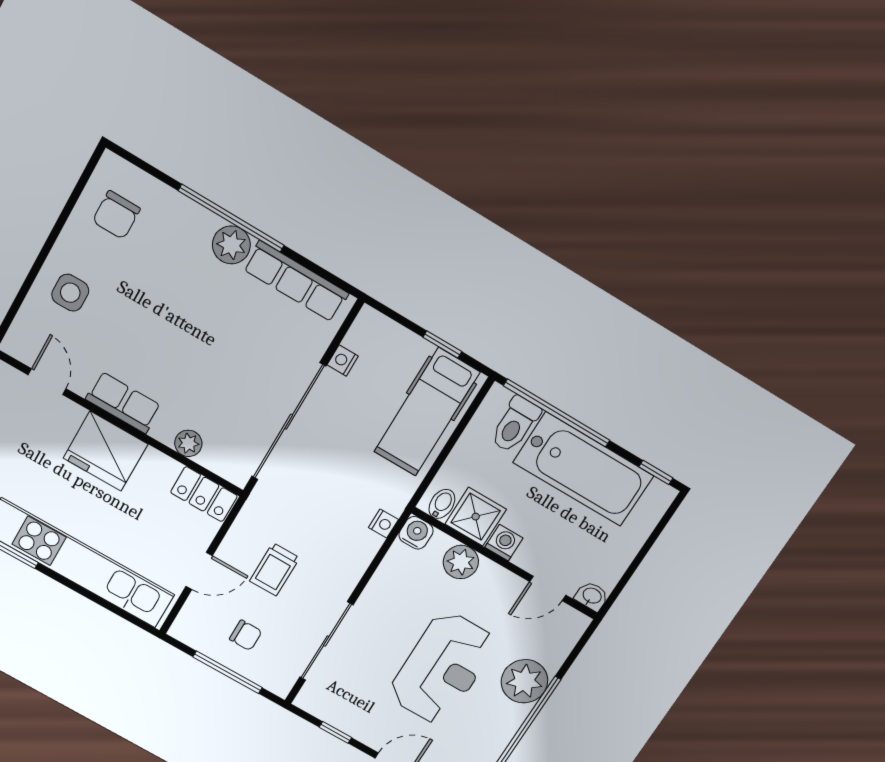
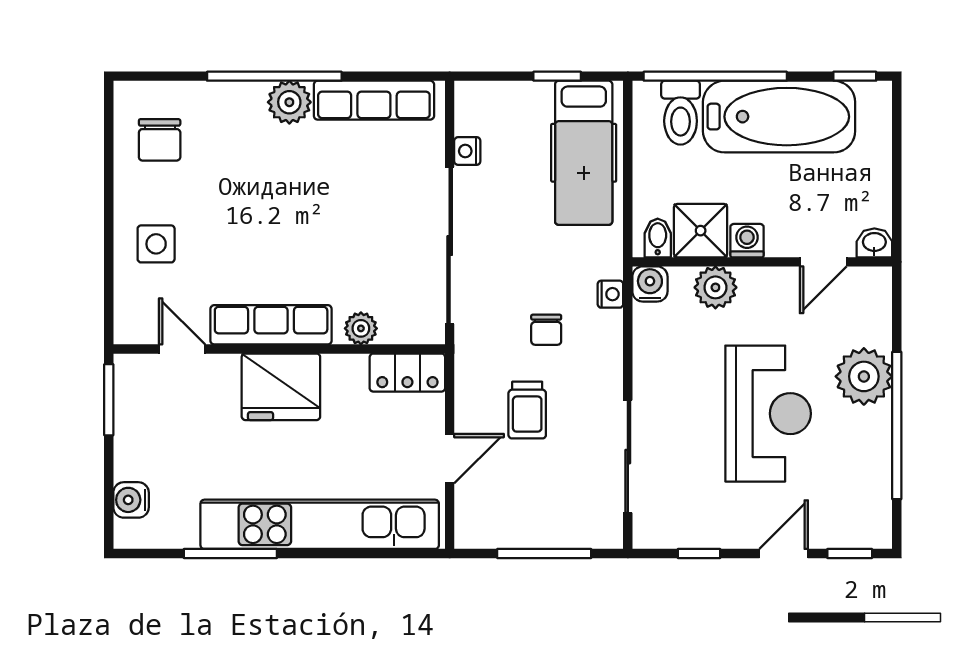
row of seats: (123, 402) -> (271, 325), width x1.48
chair: (246, 635) -> (546, 330), moved, turned 90

